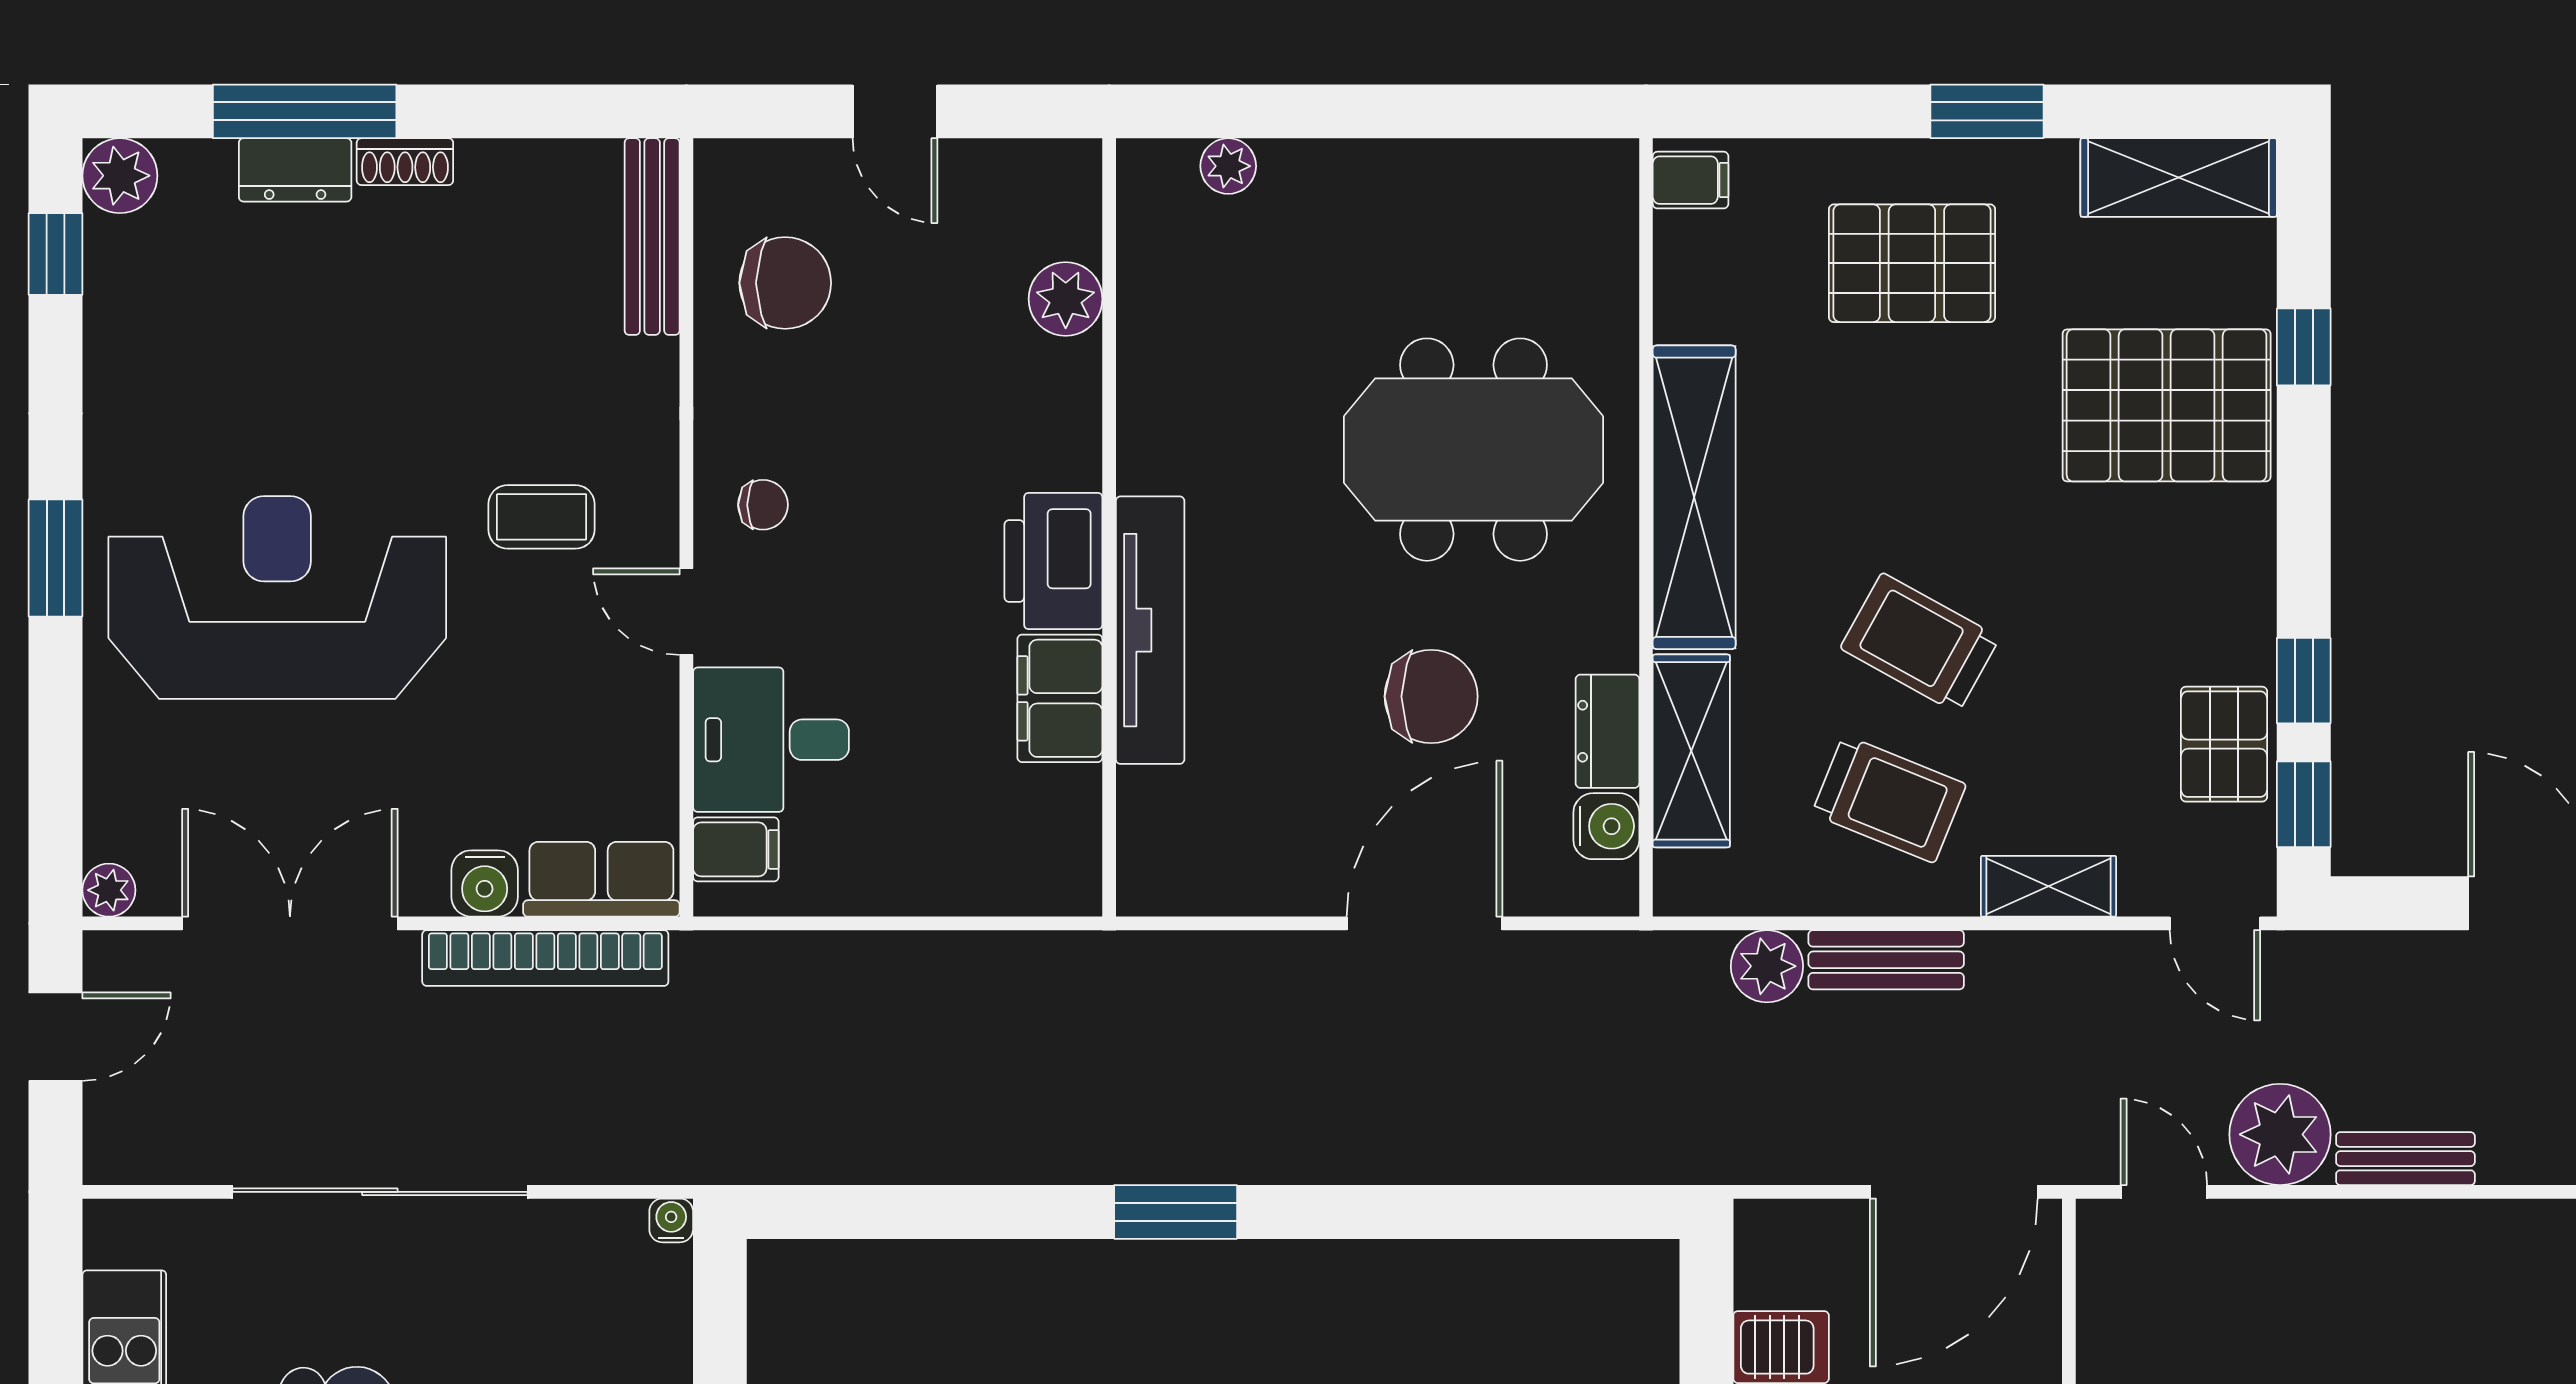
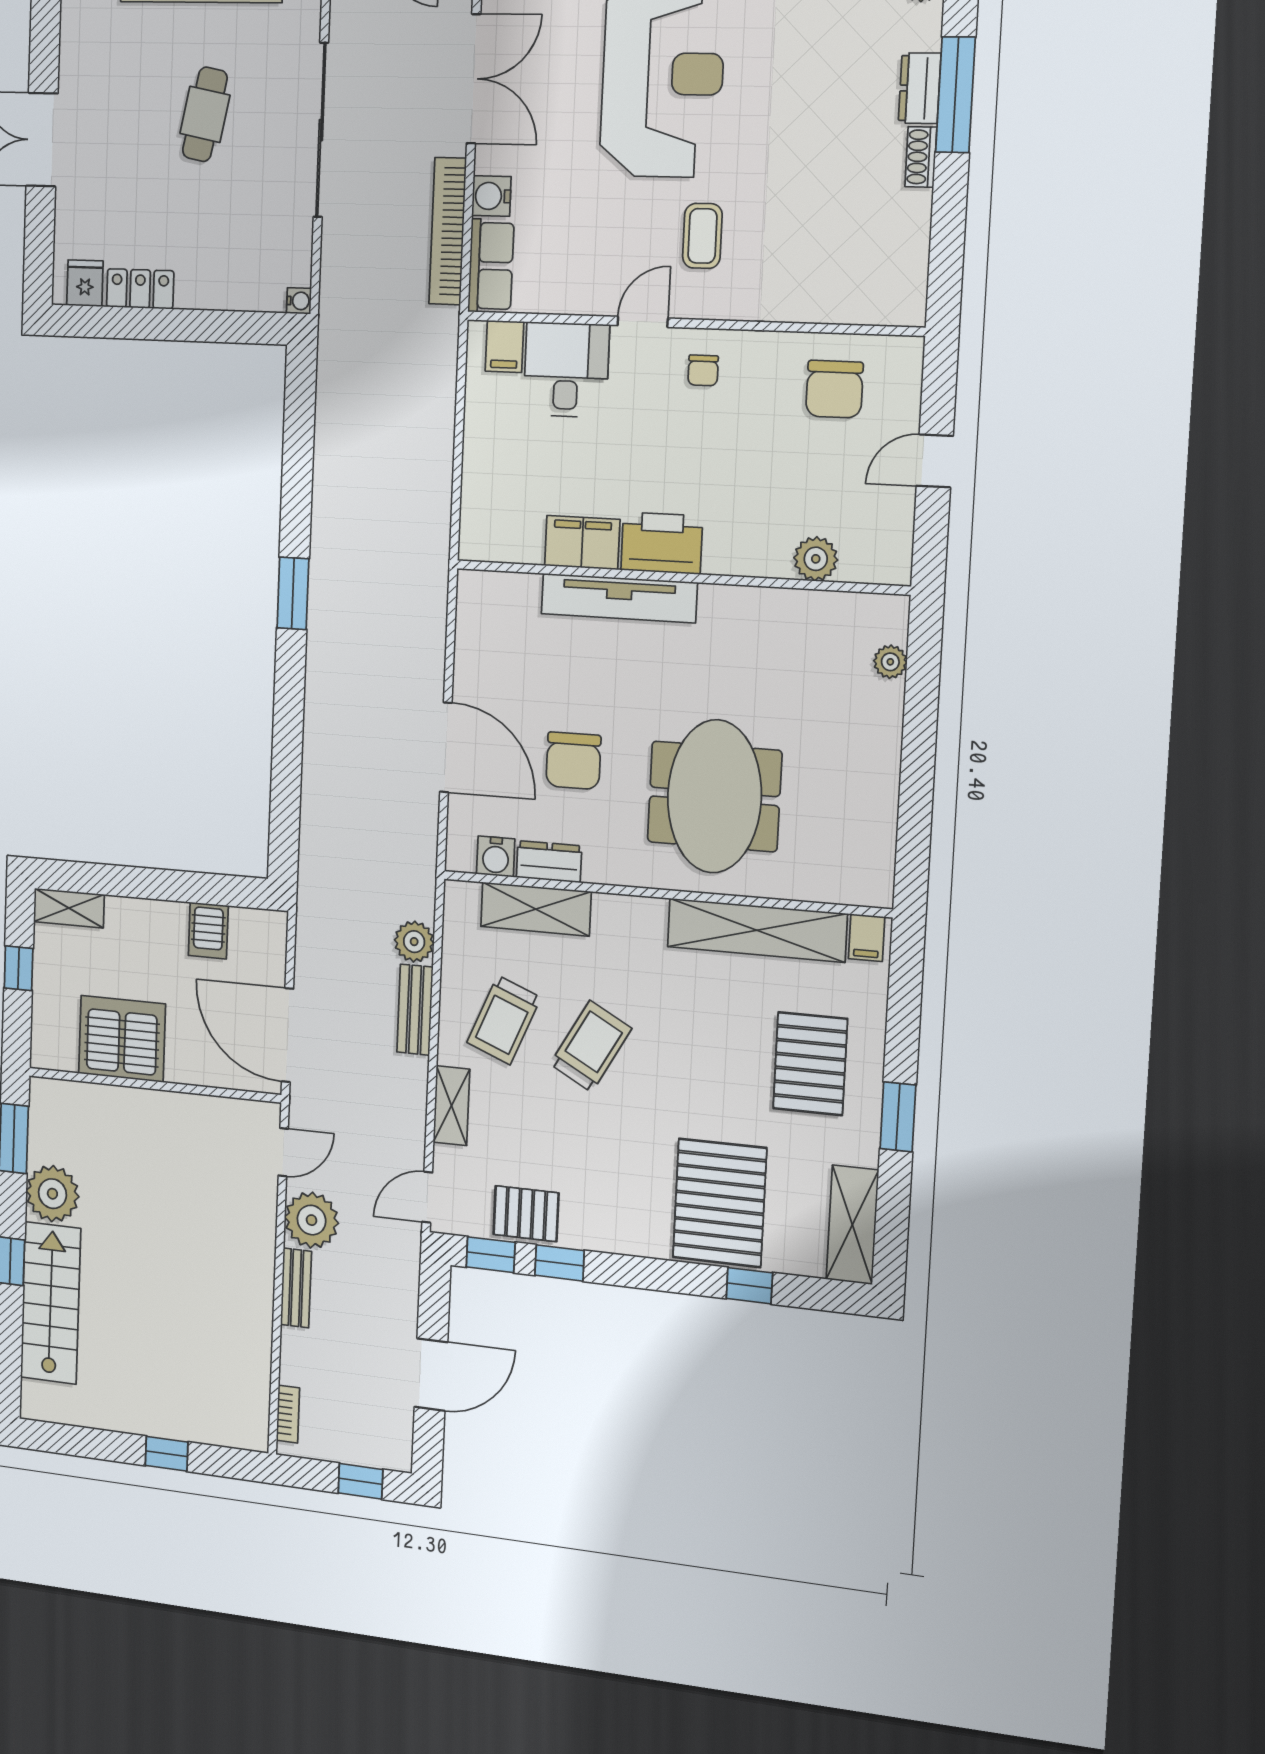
bench: (652, 237) -> (867, 309), removed
shelving: (1694, 497) -> (757, 930), moved

